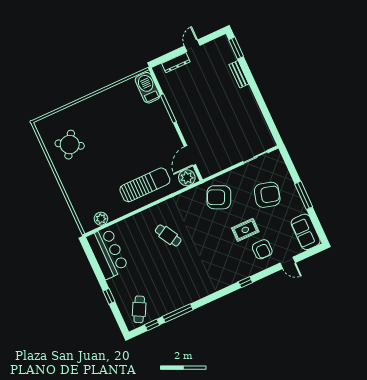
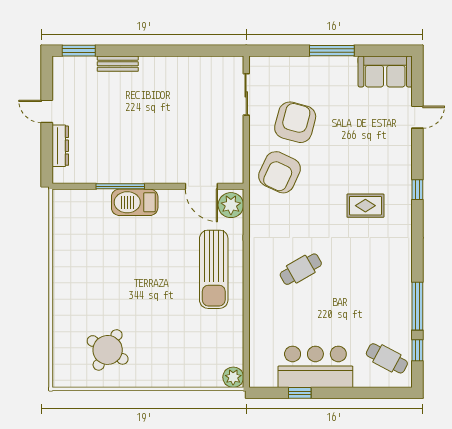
barbecue: (148, 88) -> (135, 202), moved
sun lounger: (145, 185) -> (214, 269), turned 180
armchair: (267, 195) -> (295, 122), moved
plant: (101, 219) -> (233, 377), moved
rug: (245, 230) -> (365, 206), moved, turned 90
armchair: (262, 249) -> (382, 144), removed
bar counter: (107, 253) -> (315, 367), moved
window: (109, 296) -> (300, 393), moved

